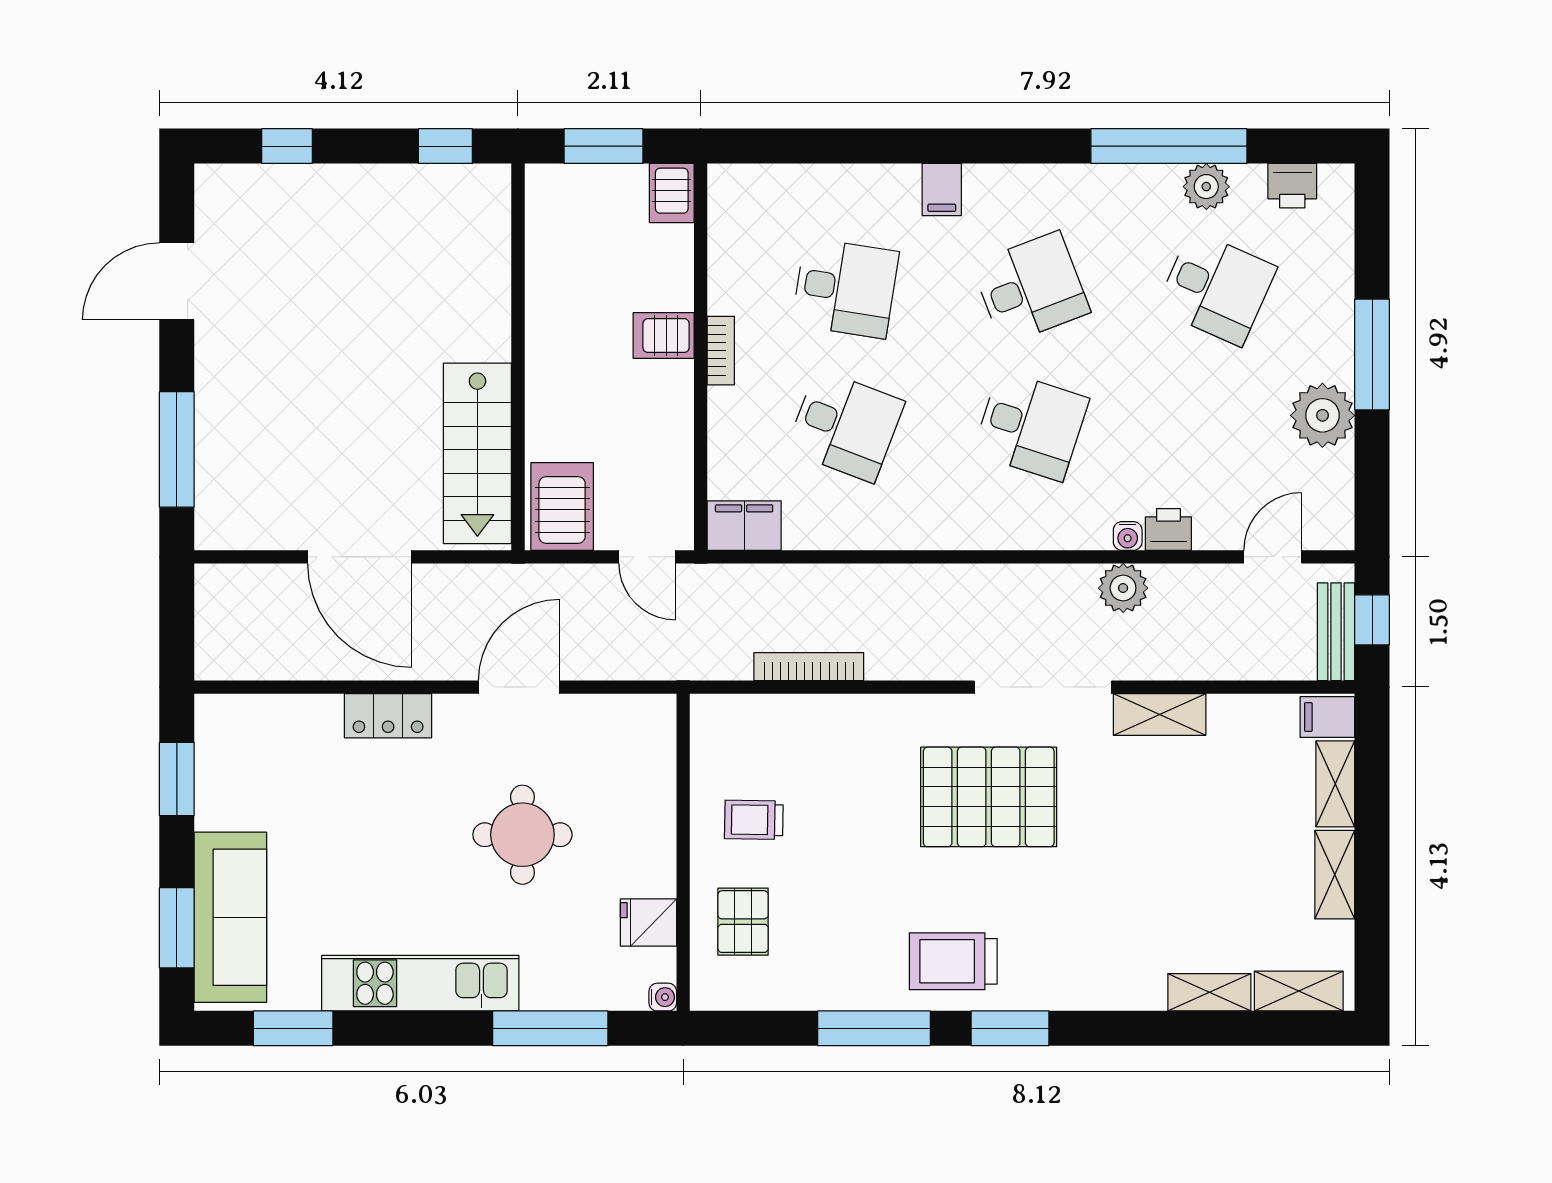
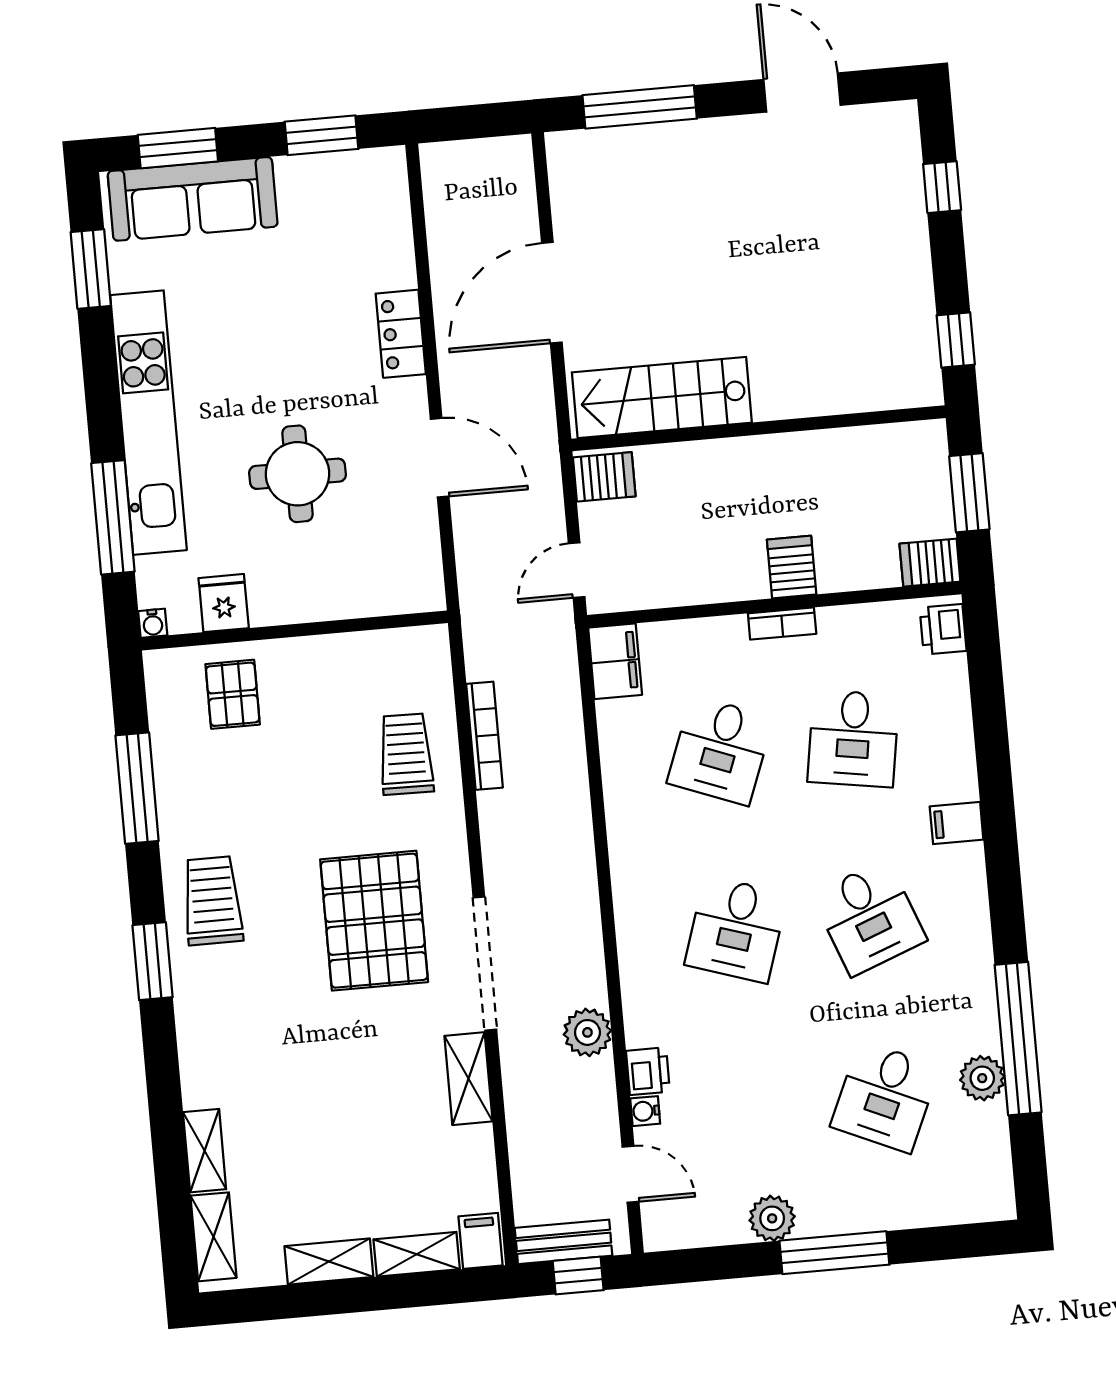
printer: (1292, 186) -> (943, 629), moved
plant: (1322, 415) -> (772, 1218), width x0.73, depth x0.73
server rack: (562, 506) -> (604, 477), width x0.73, depth x0.70
water cooler: (1128, 536) -> (645, 1111), moved
trolley: (754, 820) -> (406, 754), moved, width x1.36, depth x1.39
pallet: (743, 922) -> (233, 694), turned 90
kitchen unit: (420, 983) -> (148, 423), width x1.36
window: (874, 1028) -> (137, 788), moved

